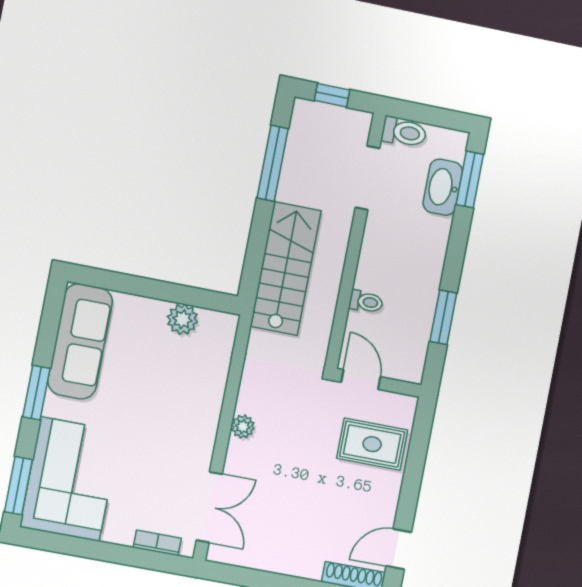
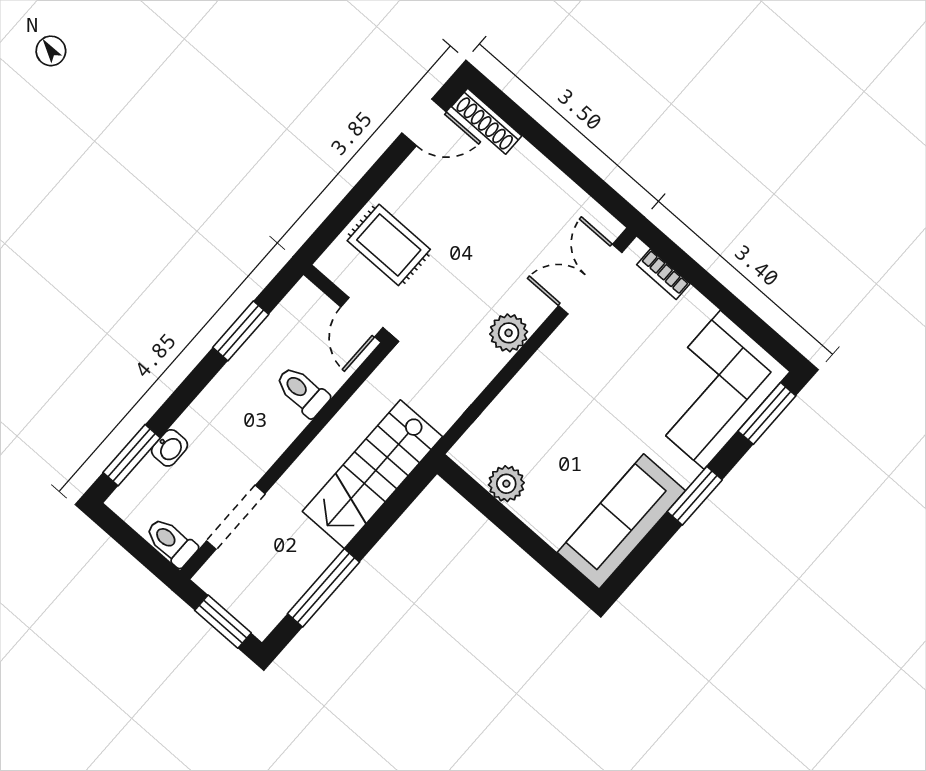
window: (332, 95) -> (223, 622), width x1.50
washbasin: (443, 187) -> (170, 448), width x0.52, depth x0.69
toilet: (366, 302) -> (302, 391), width x1.37, depth x1.39
plant: (243, 427) -> (509, 333), width x1.38, depth x1.38

